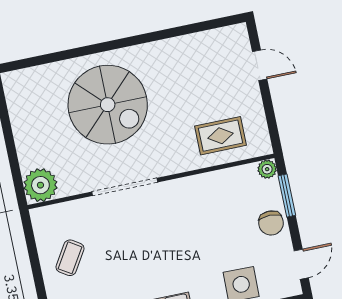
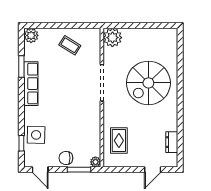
dresser: (204, 41) -> (172, 142), added

